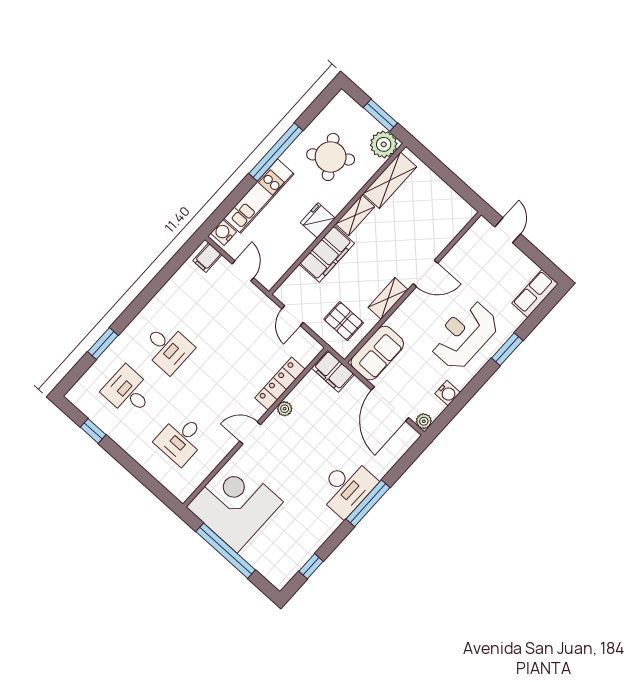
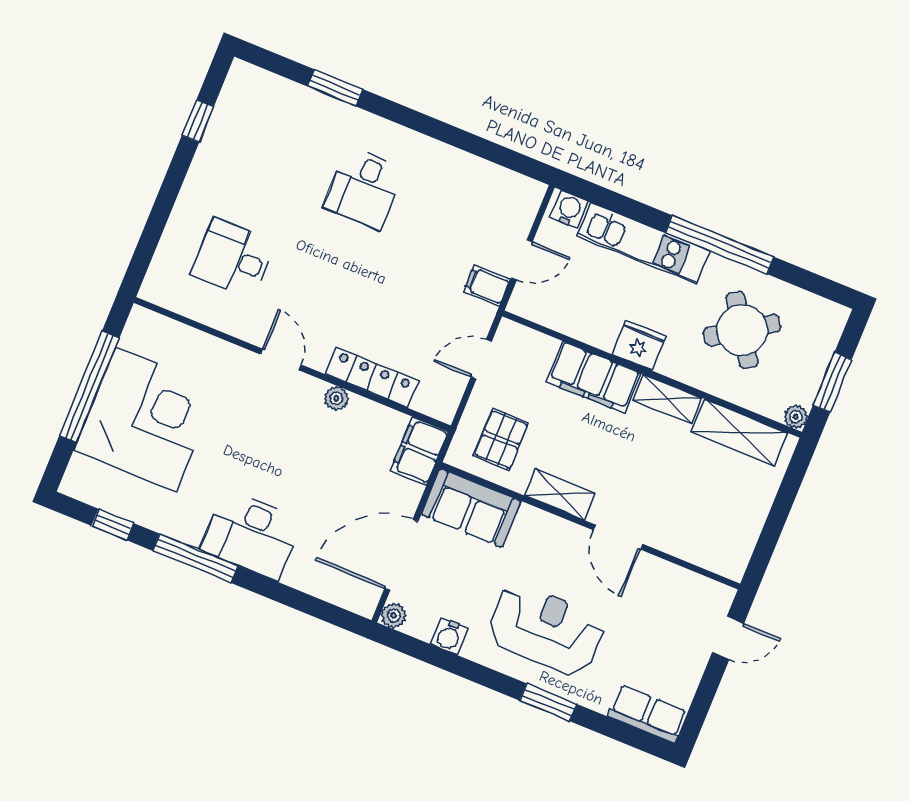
plant: (384, 144) -> (796, 417), width x0.53, depth x0.53
filing cabinet: (207, 258) -> (487, 285), moved
desk: (128, 392) -> (276, 152), removed
window: (368, 503) -> (195, 558), moved
corner desk: (235, 504) -> (146, 420), moved

